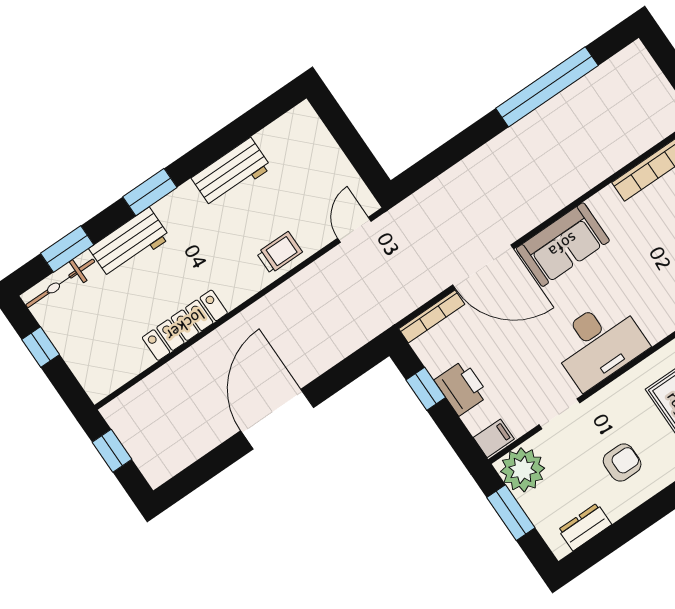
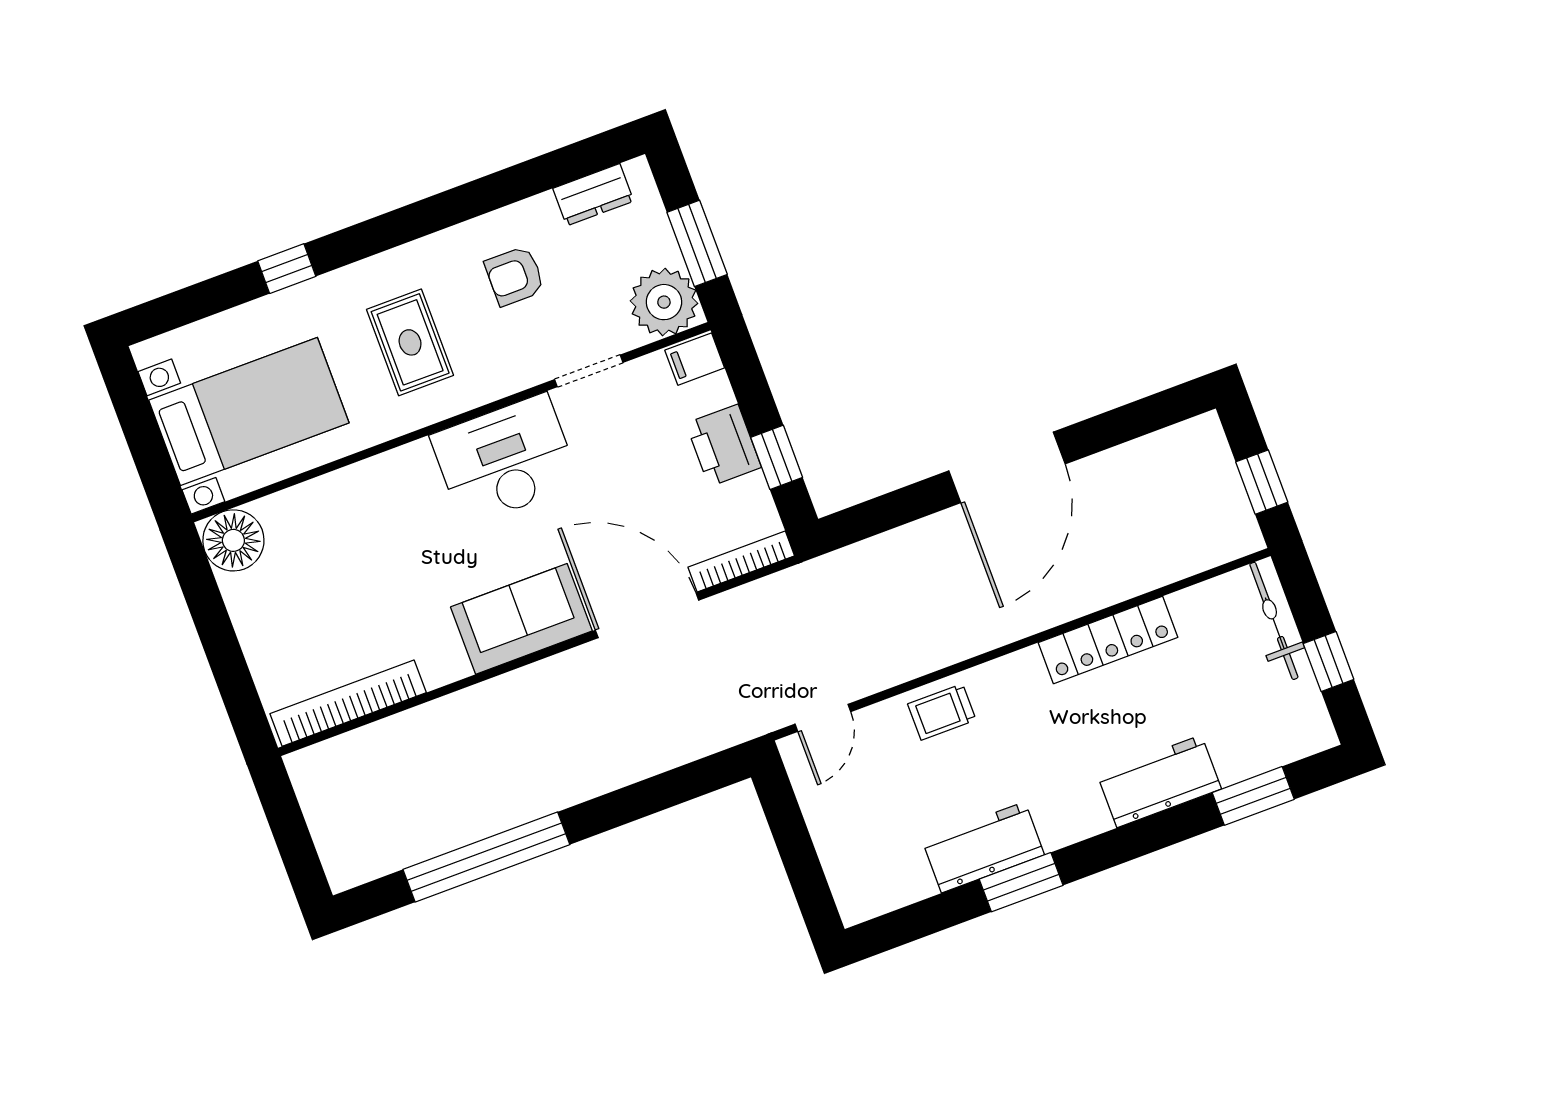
window: (150, 192) -> (1021, 882), moved
bicycle: (60, 283) -> (1274, 621), moved, turned -90

